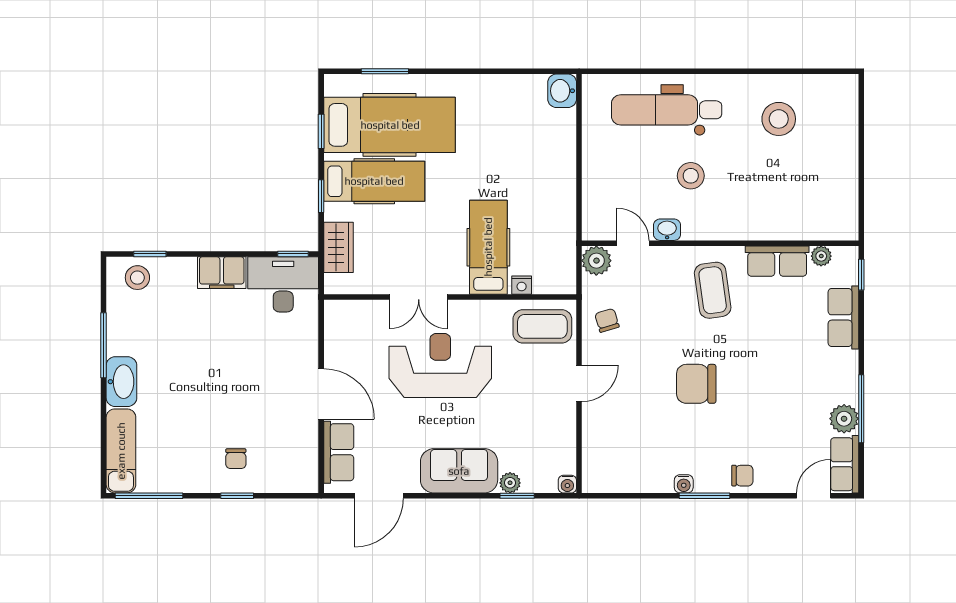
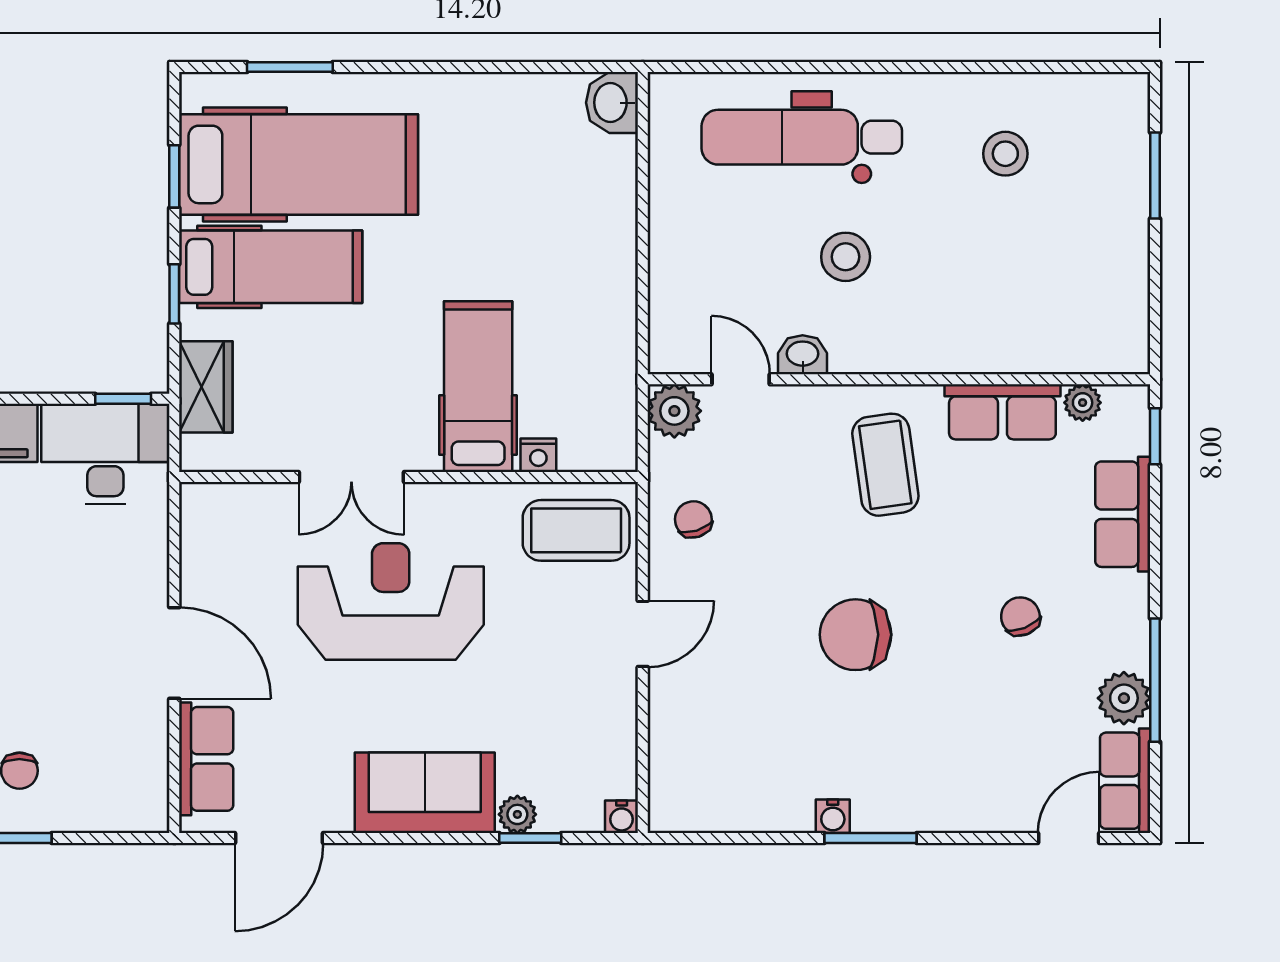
stool: (779, 119) -> (1005, 154), width x0.73, depth x0.73
window: (861, 131) -> (1155, 175), added
chair: (742, 476) -> (1020, 616), moved, turned -112

